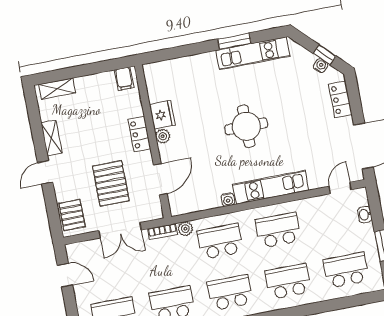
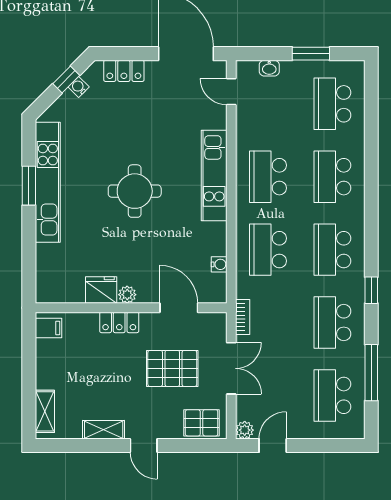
kitchen unit: (253, 53) -> (48, 182), width x1.36
water cooler: (228, 200) -> (219, 264), moved
plant: (185, 229) -> (245, 430), moved

